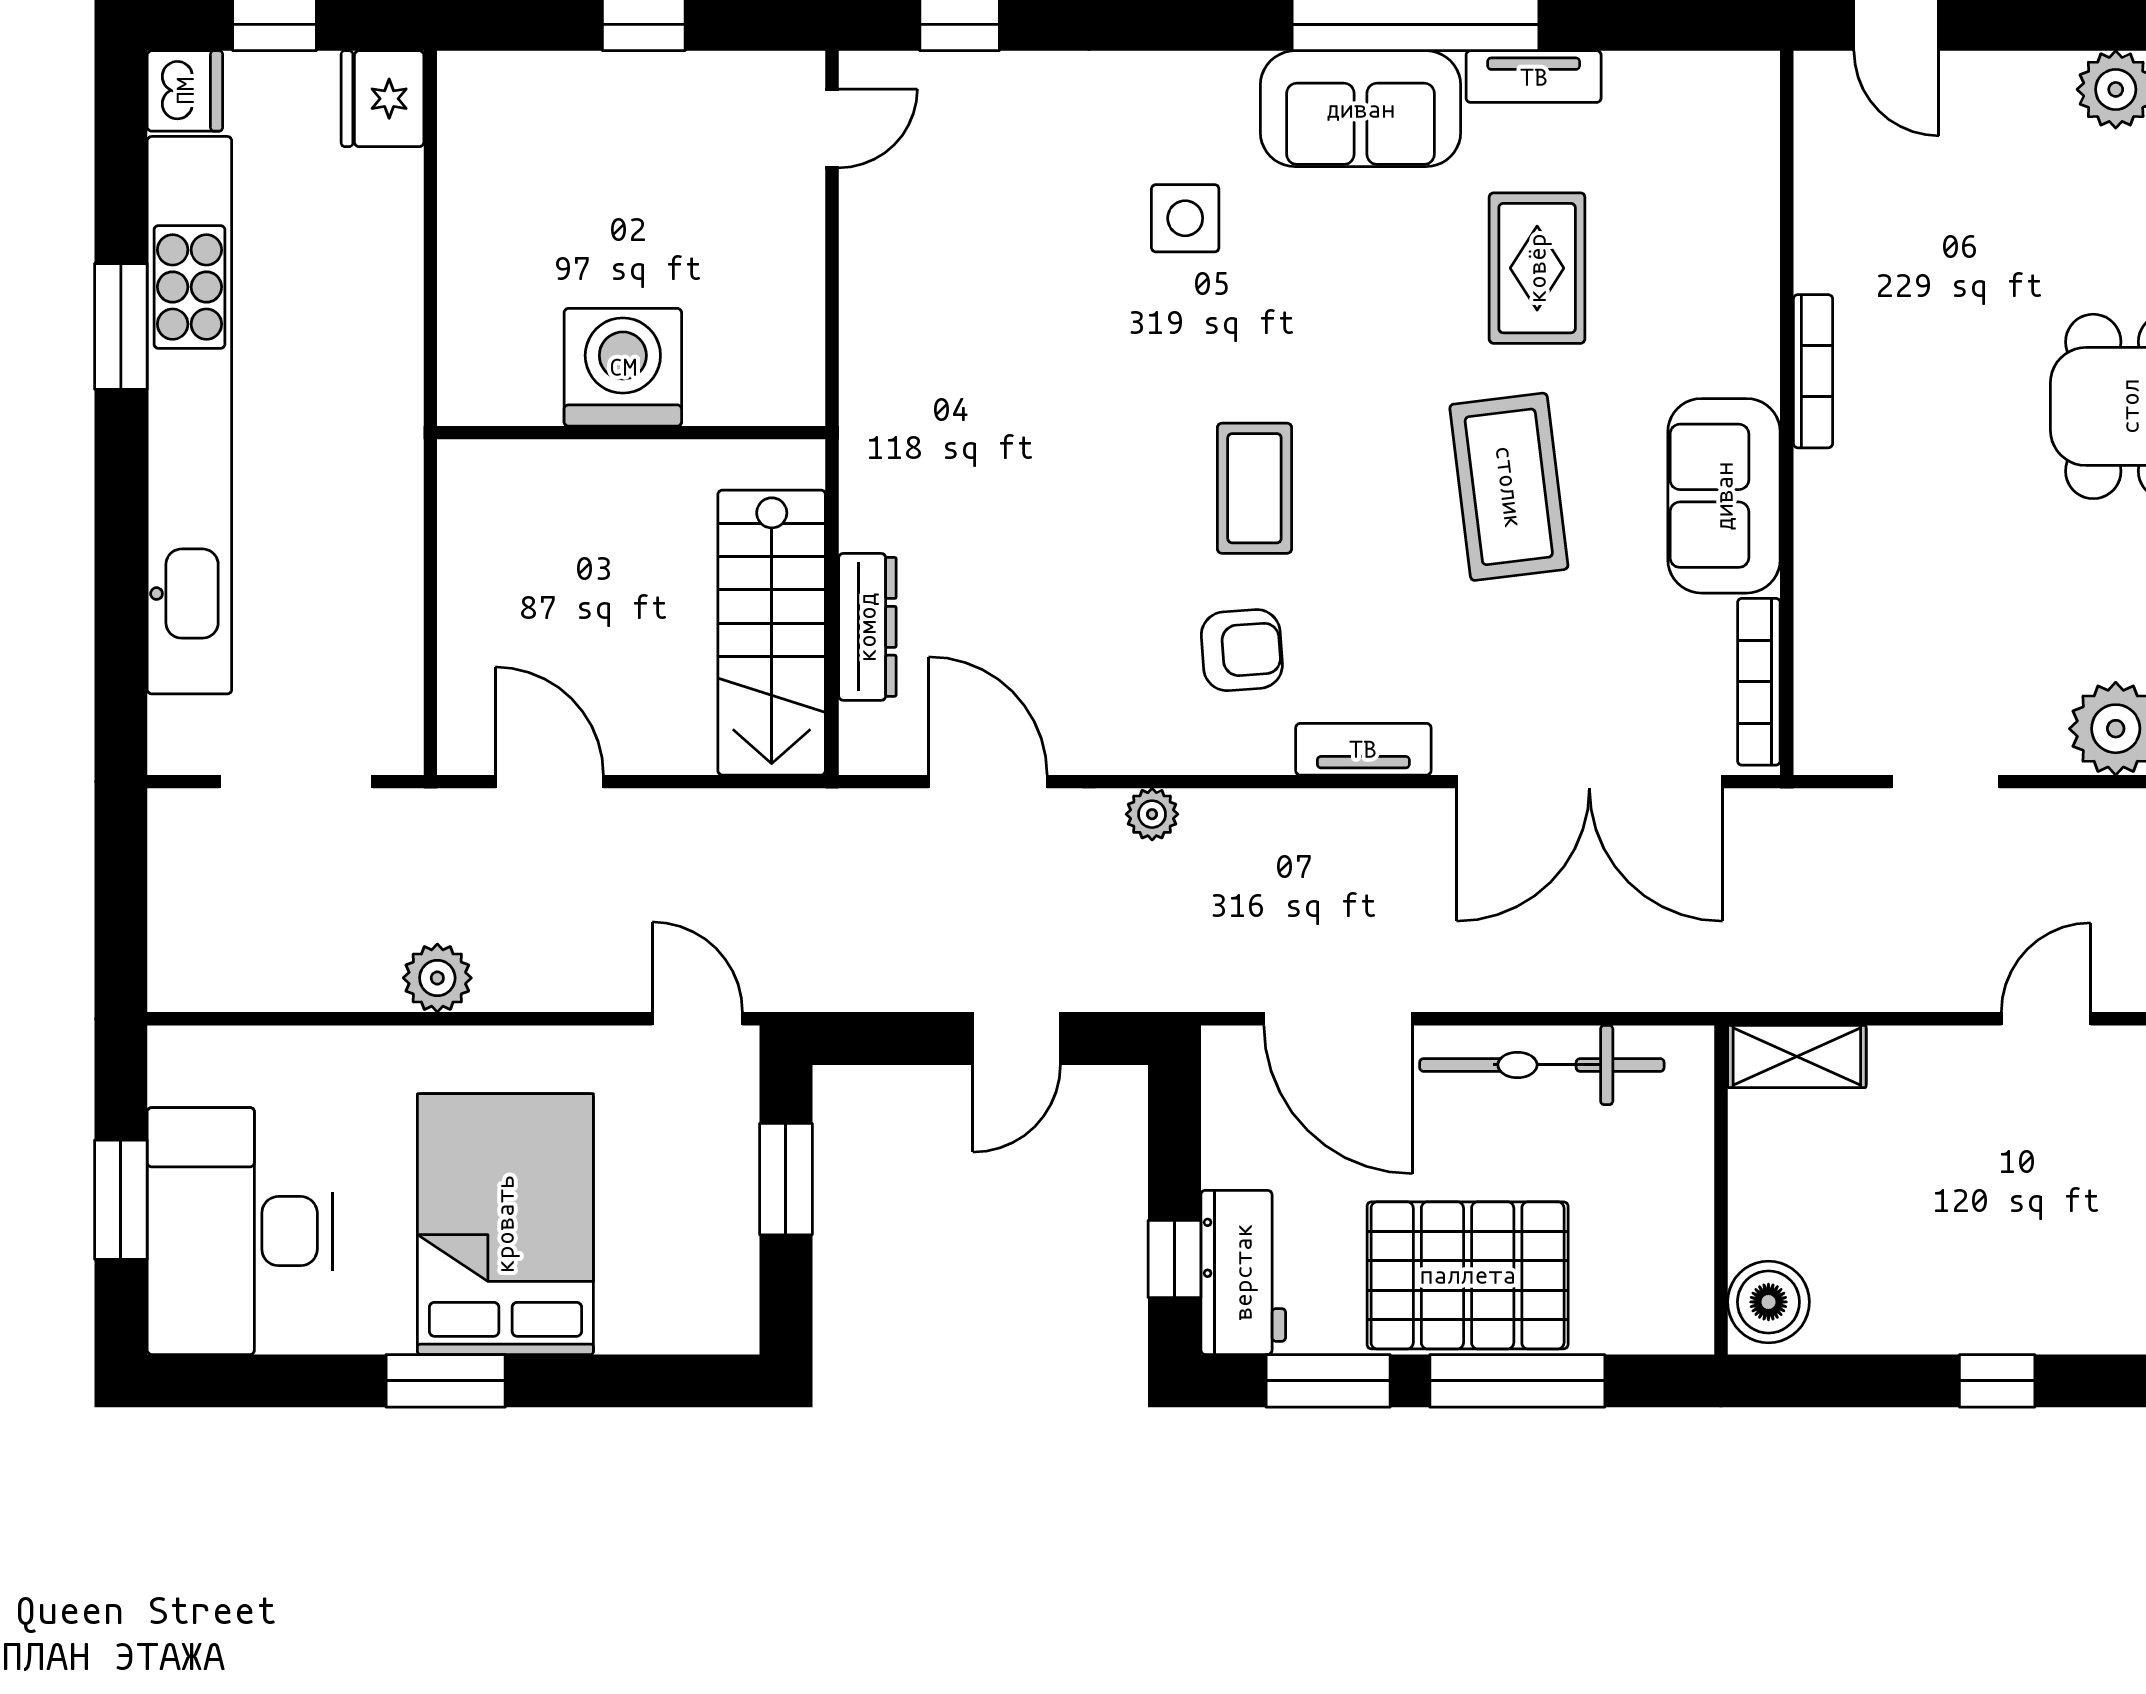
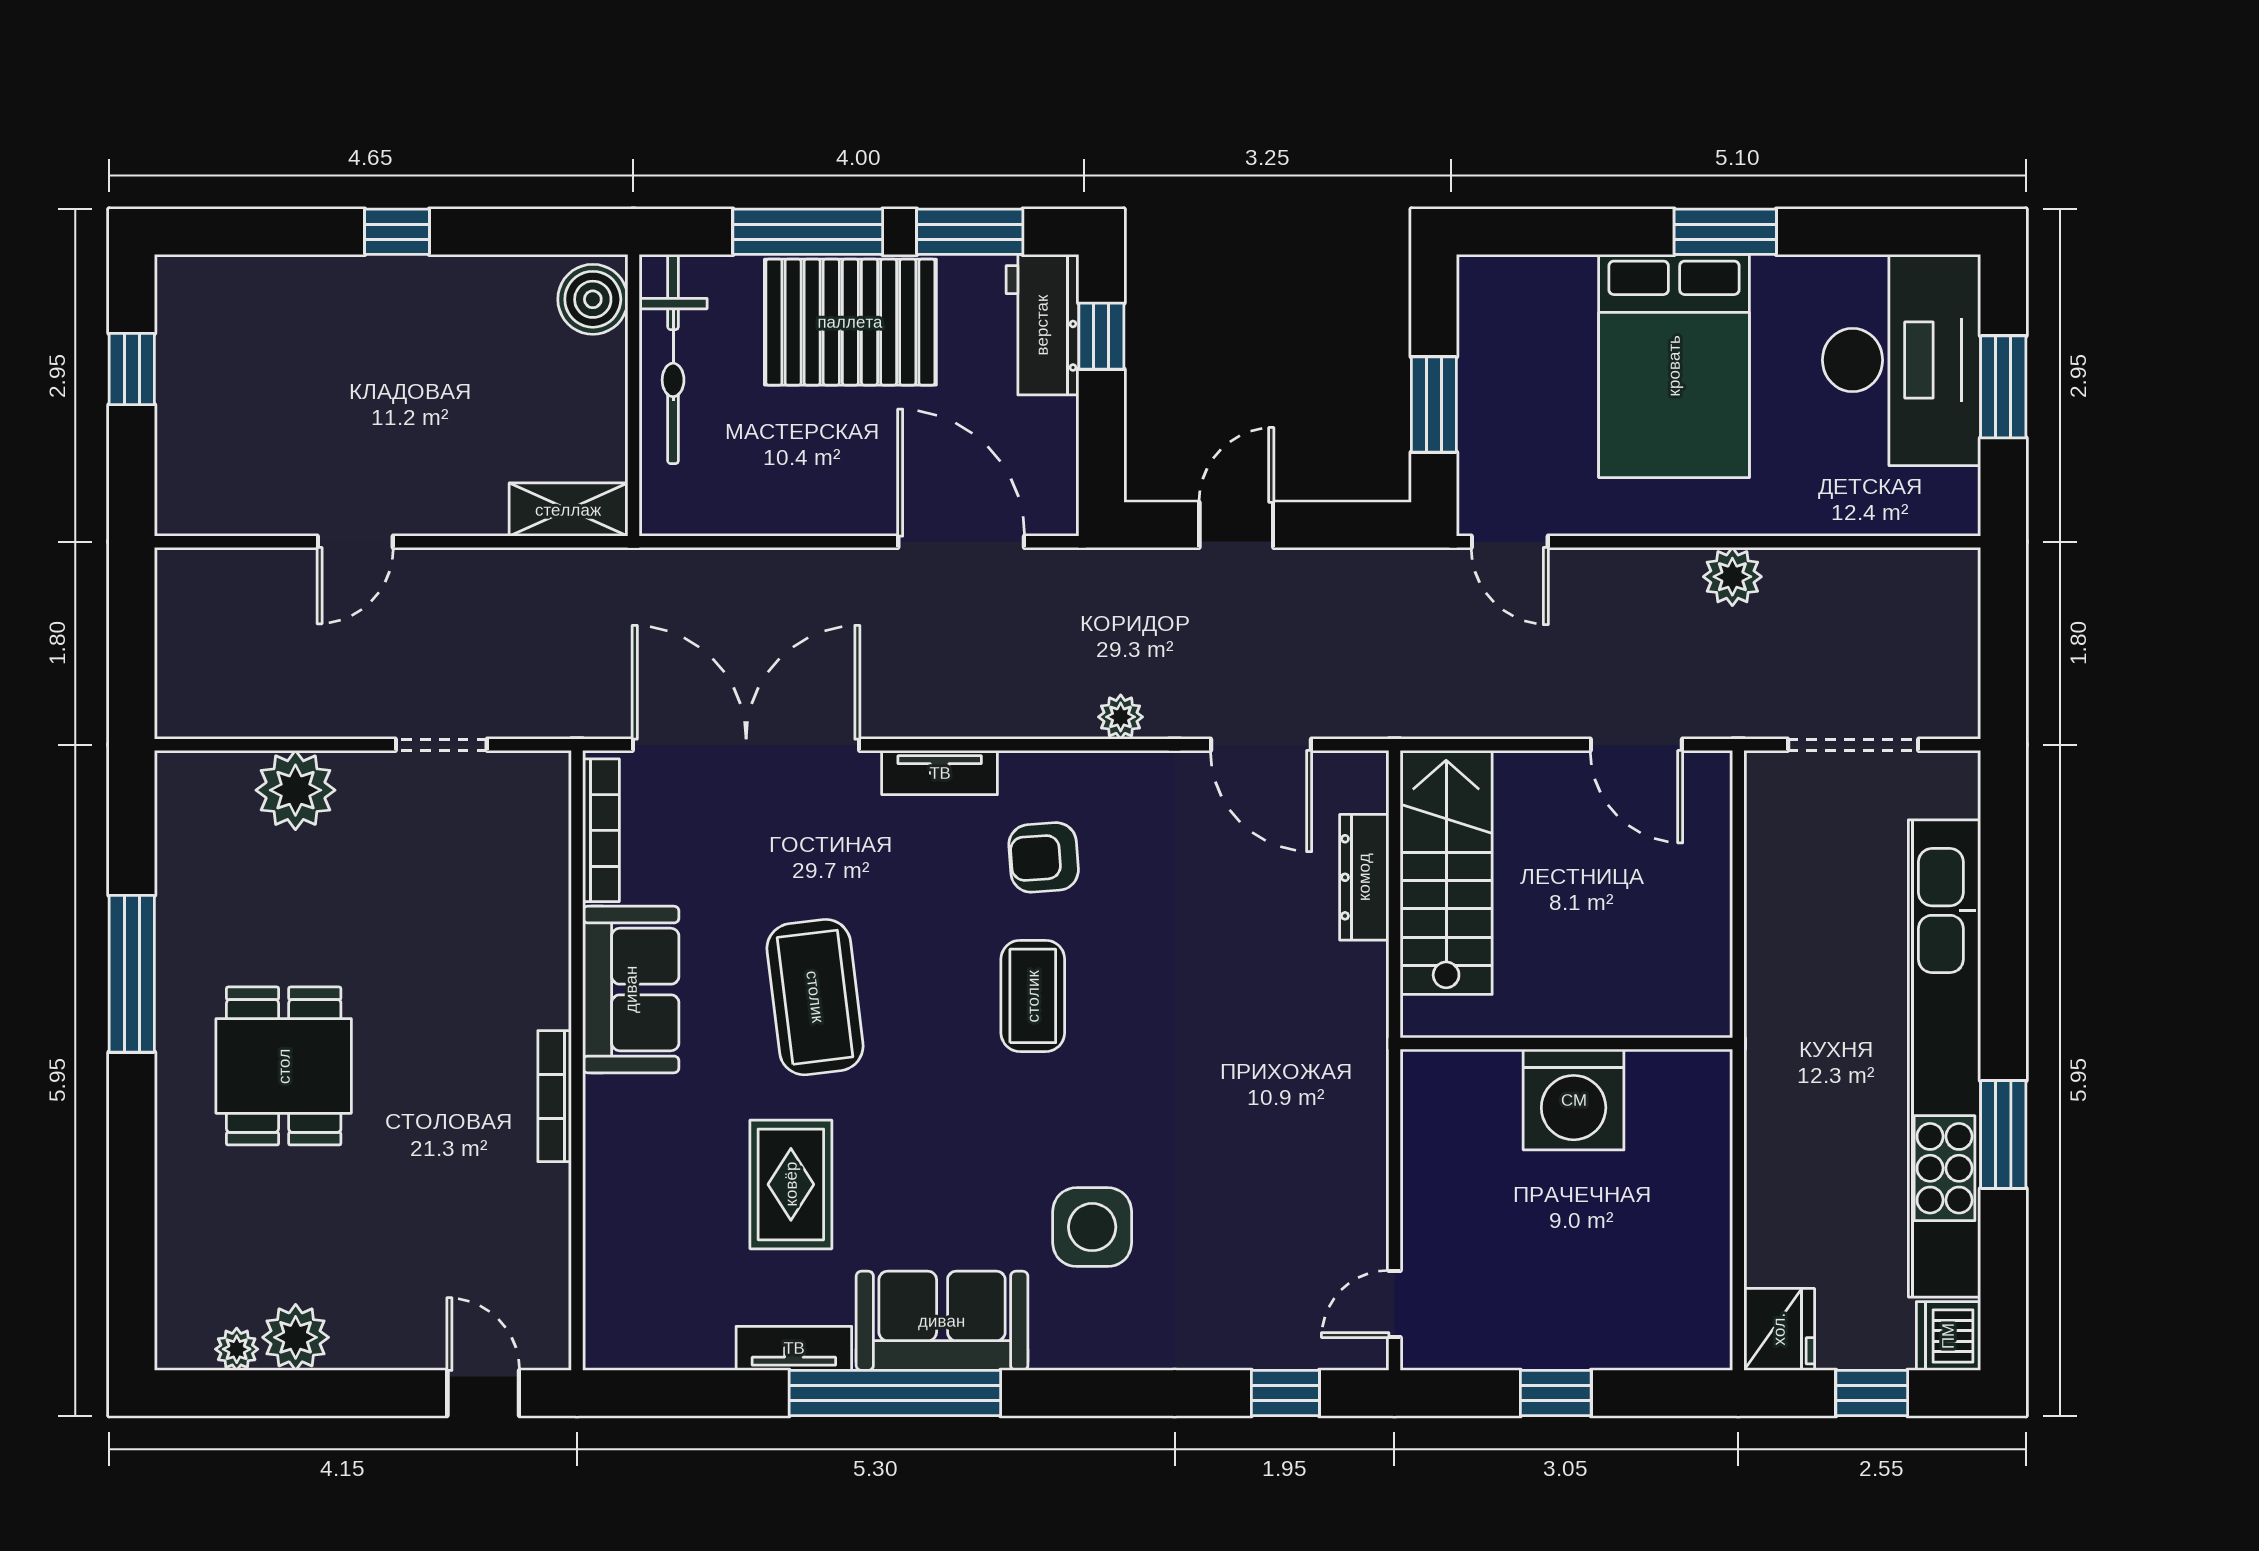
side table: (1185, 218) -> (1092, 1227), width x1.37, depth x1.37
bicycle: (1542, 1065) -> (673, 359), moved, turned 90

